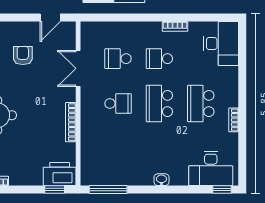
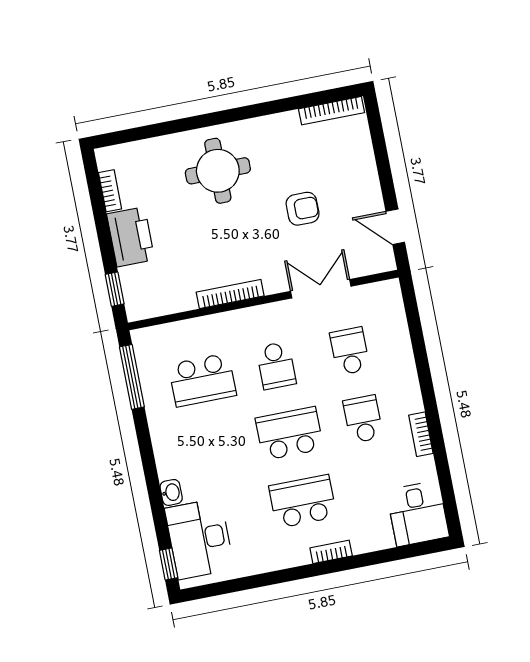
desk: (221, 43) -> (418, 513), width x0.73
armchair: (23, 55) -> (303, 209), moved
bookcase: (234, 120) -> (331, 552), moved
school desk: (118, 148) -> (202, 380), added
printer: (60, 174) -> (131, 237), moved
washbasin: (161, 180) -> (171, 492), moved

